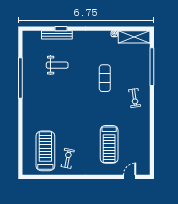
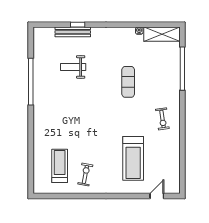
weight bench: (57, 65) -> (73, 67), turned 180
exercise bike: (135, 98) -> (162, 119), moved
treadmill: (45, 151) -> (60, 166), width x0.73, depth x0.73

